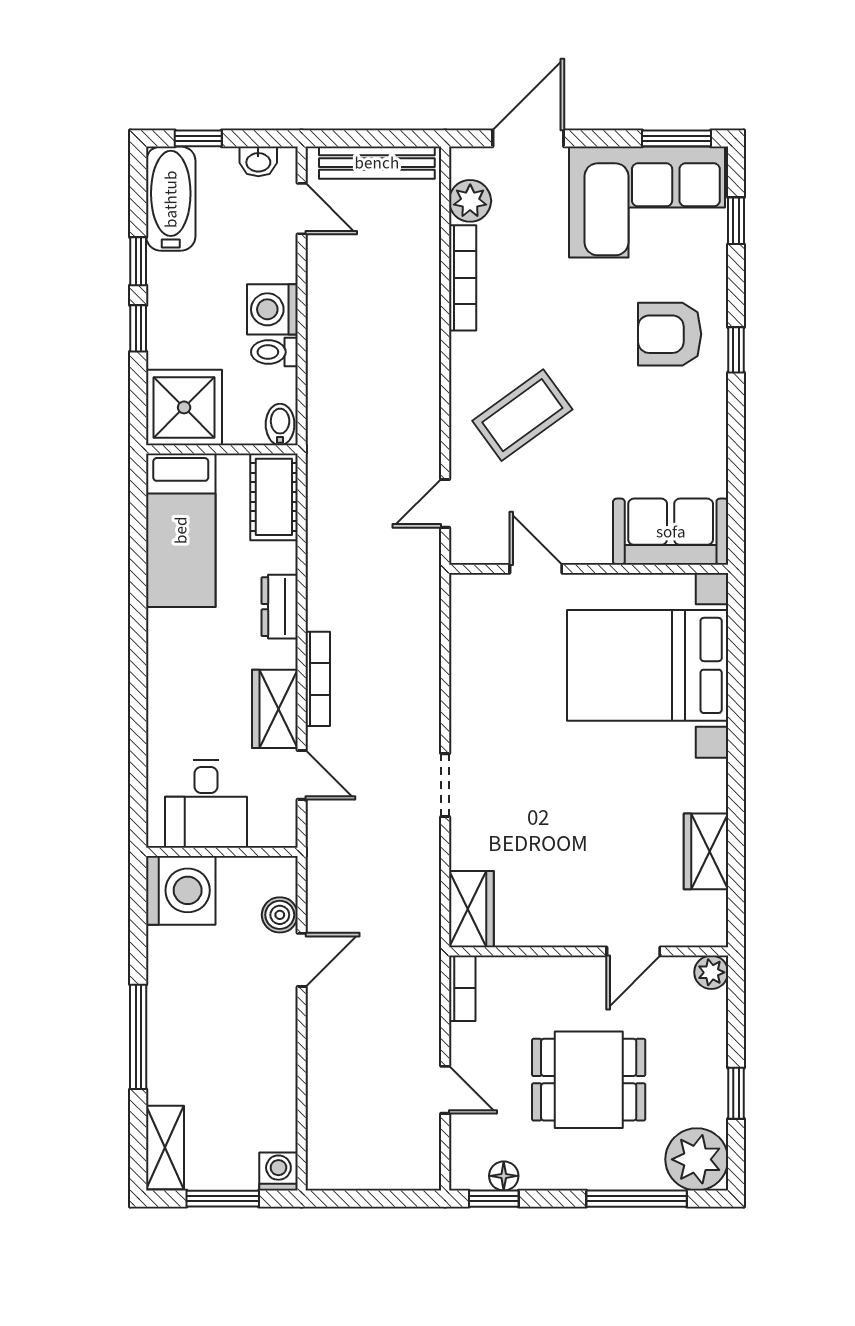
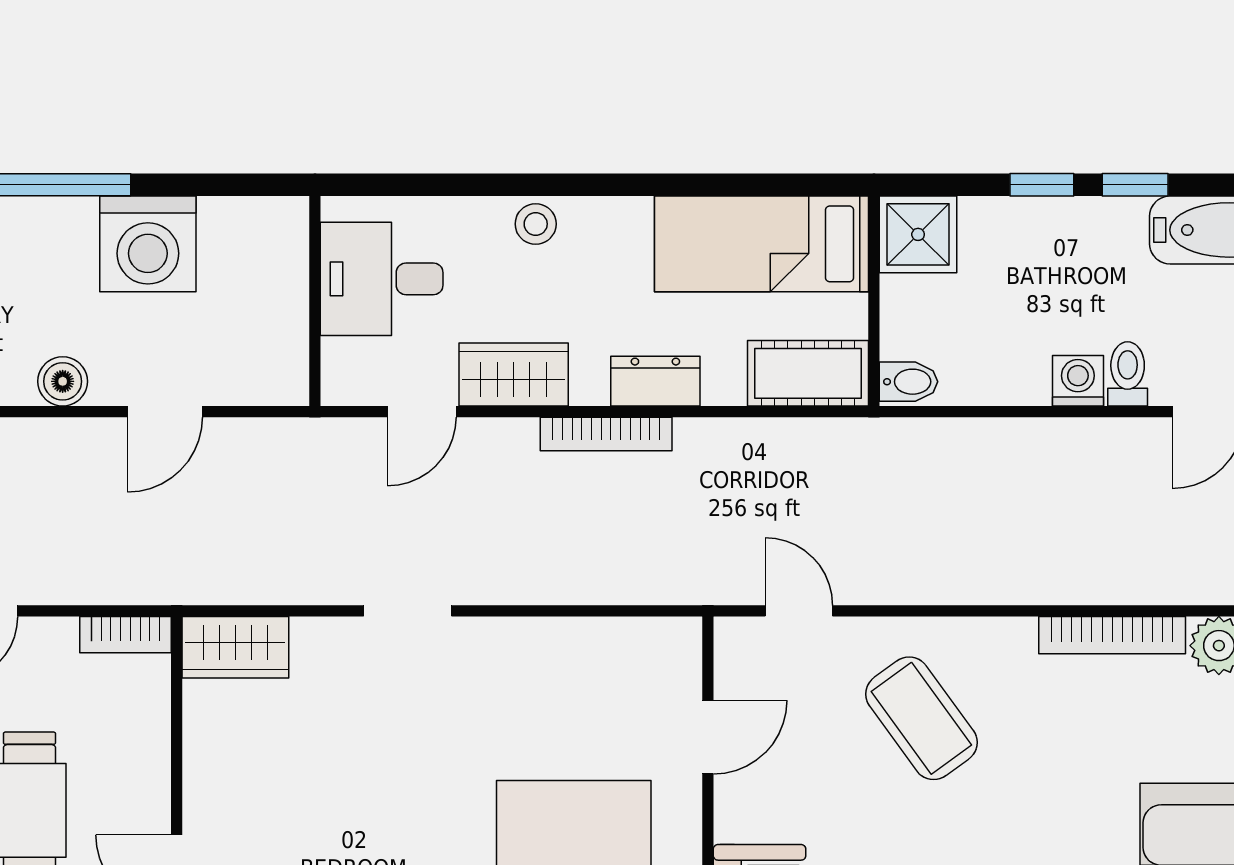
washing machine: (272, 309) -> (1078, 381), width x0.73, depth x0.73
toilet: (274, 352) -> (1128, 374), moved
shower: (184, 407) -> (918, 234), width x0.73, depth x0.73
bookcase: (318, 679) -> (606, 434), moved
stool: (166, 693) -> (536, 224), added
washing machine: (181, 890) -> (148, 244), moved
boiler: (280, 915) -> (63, 381), moved
door: (302, 960) -> (165, 412), hinge flipped

